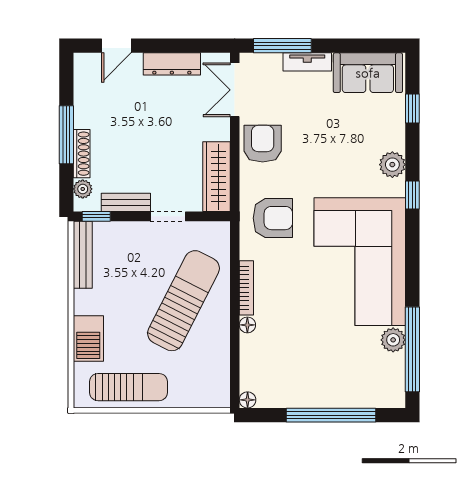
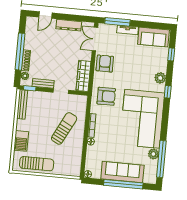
window: (66, 135) -> (20, 52), width x1.46
sun lounger: (183, 301) -> (64, 128), width x0.73, depth x0.75
sofa: (326, 388) -> (122, 172), added

